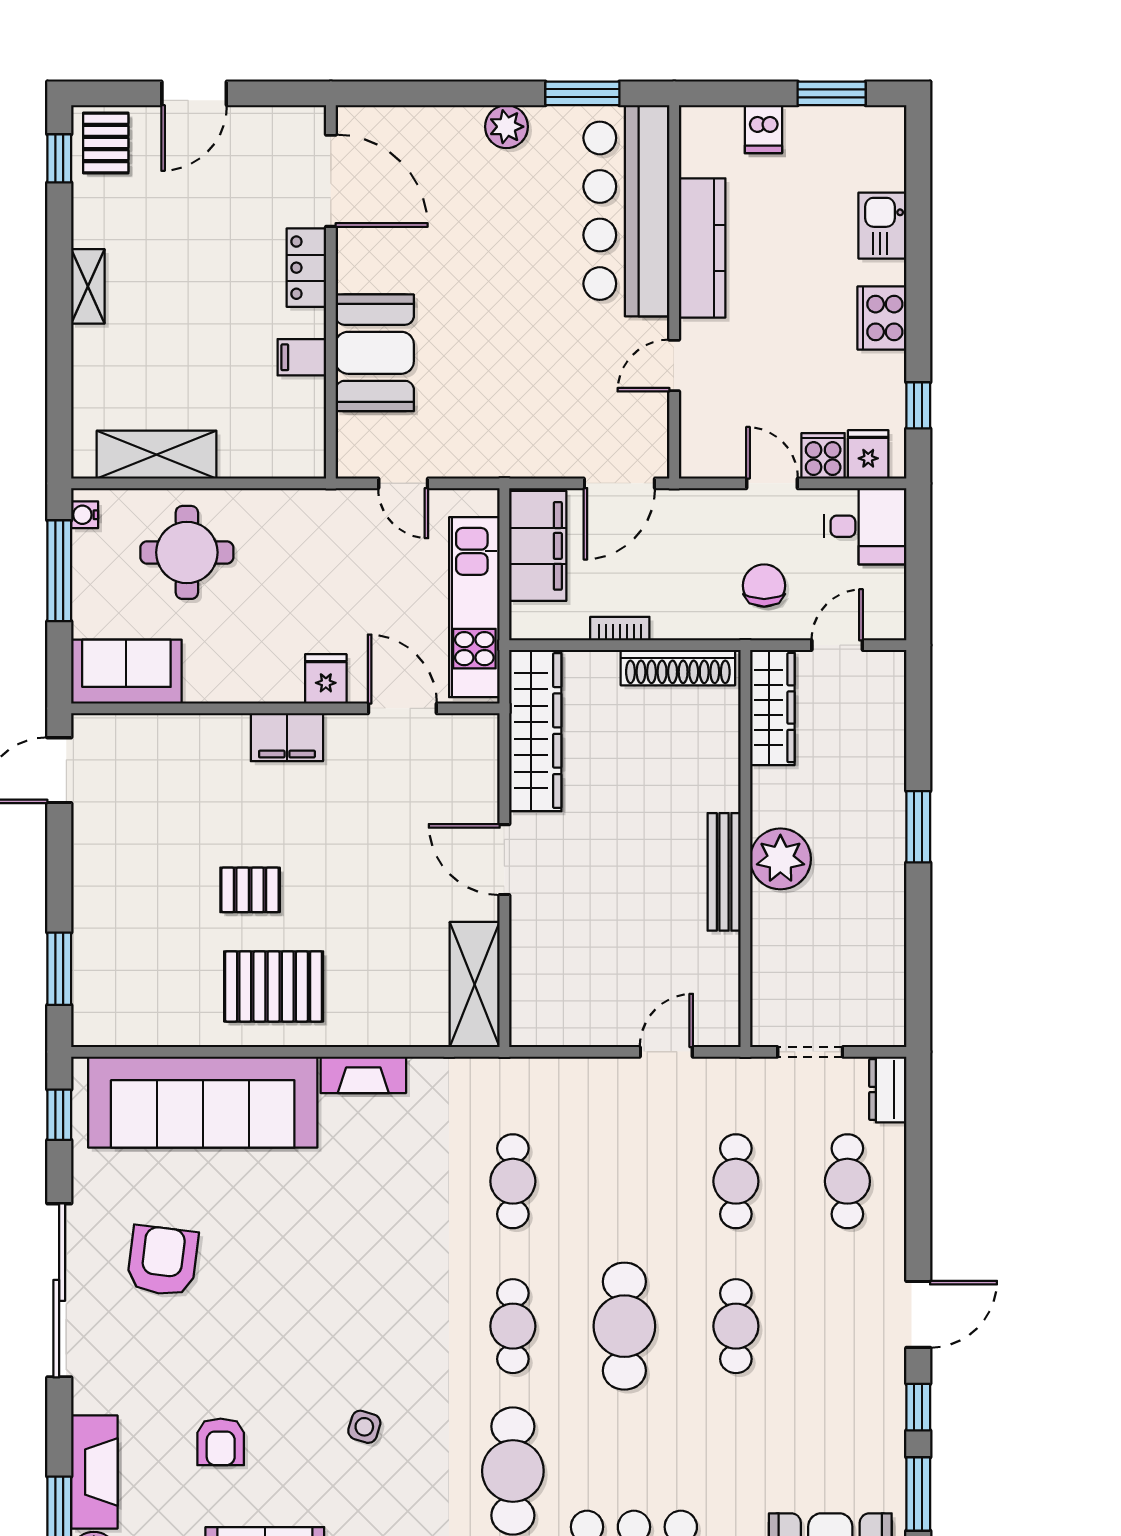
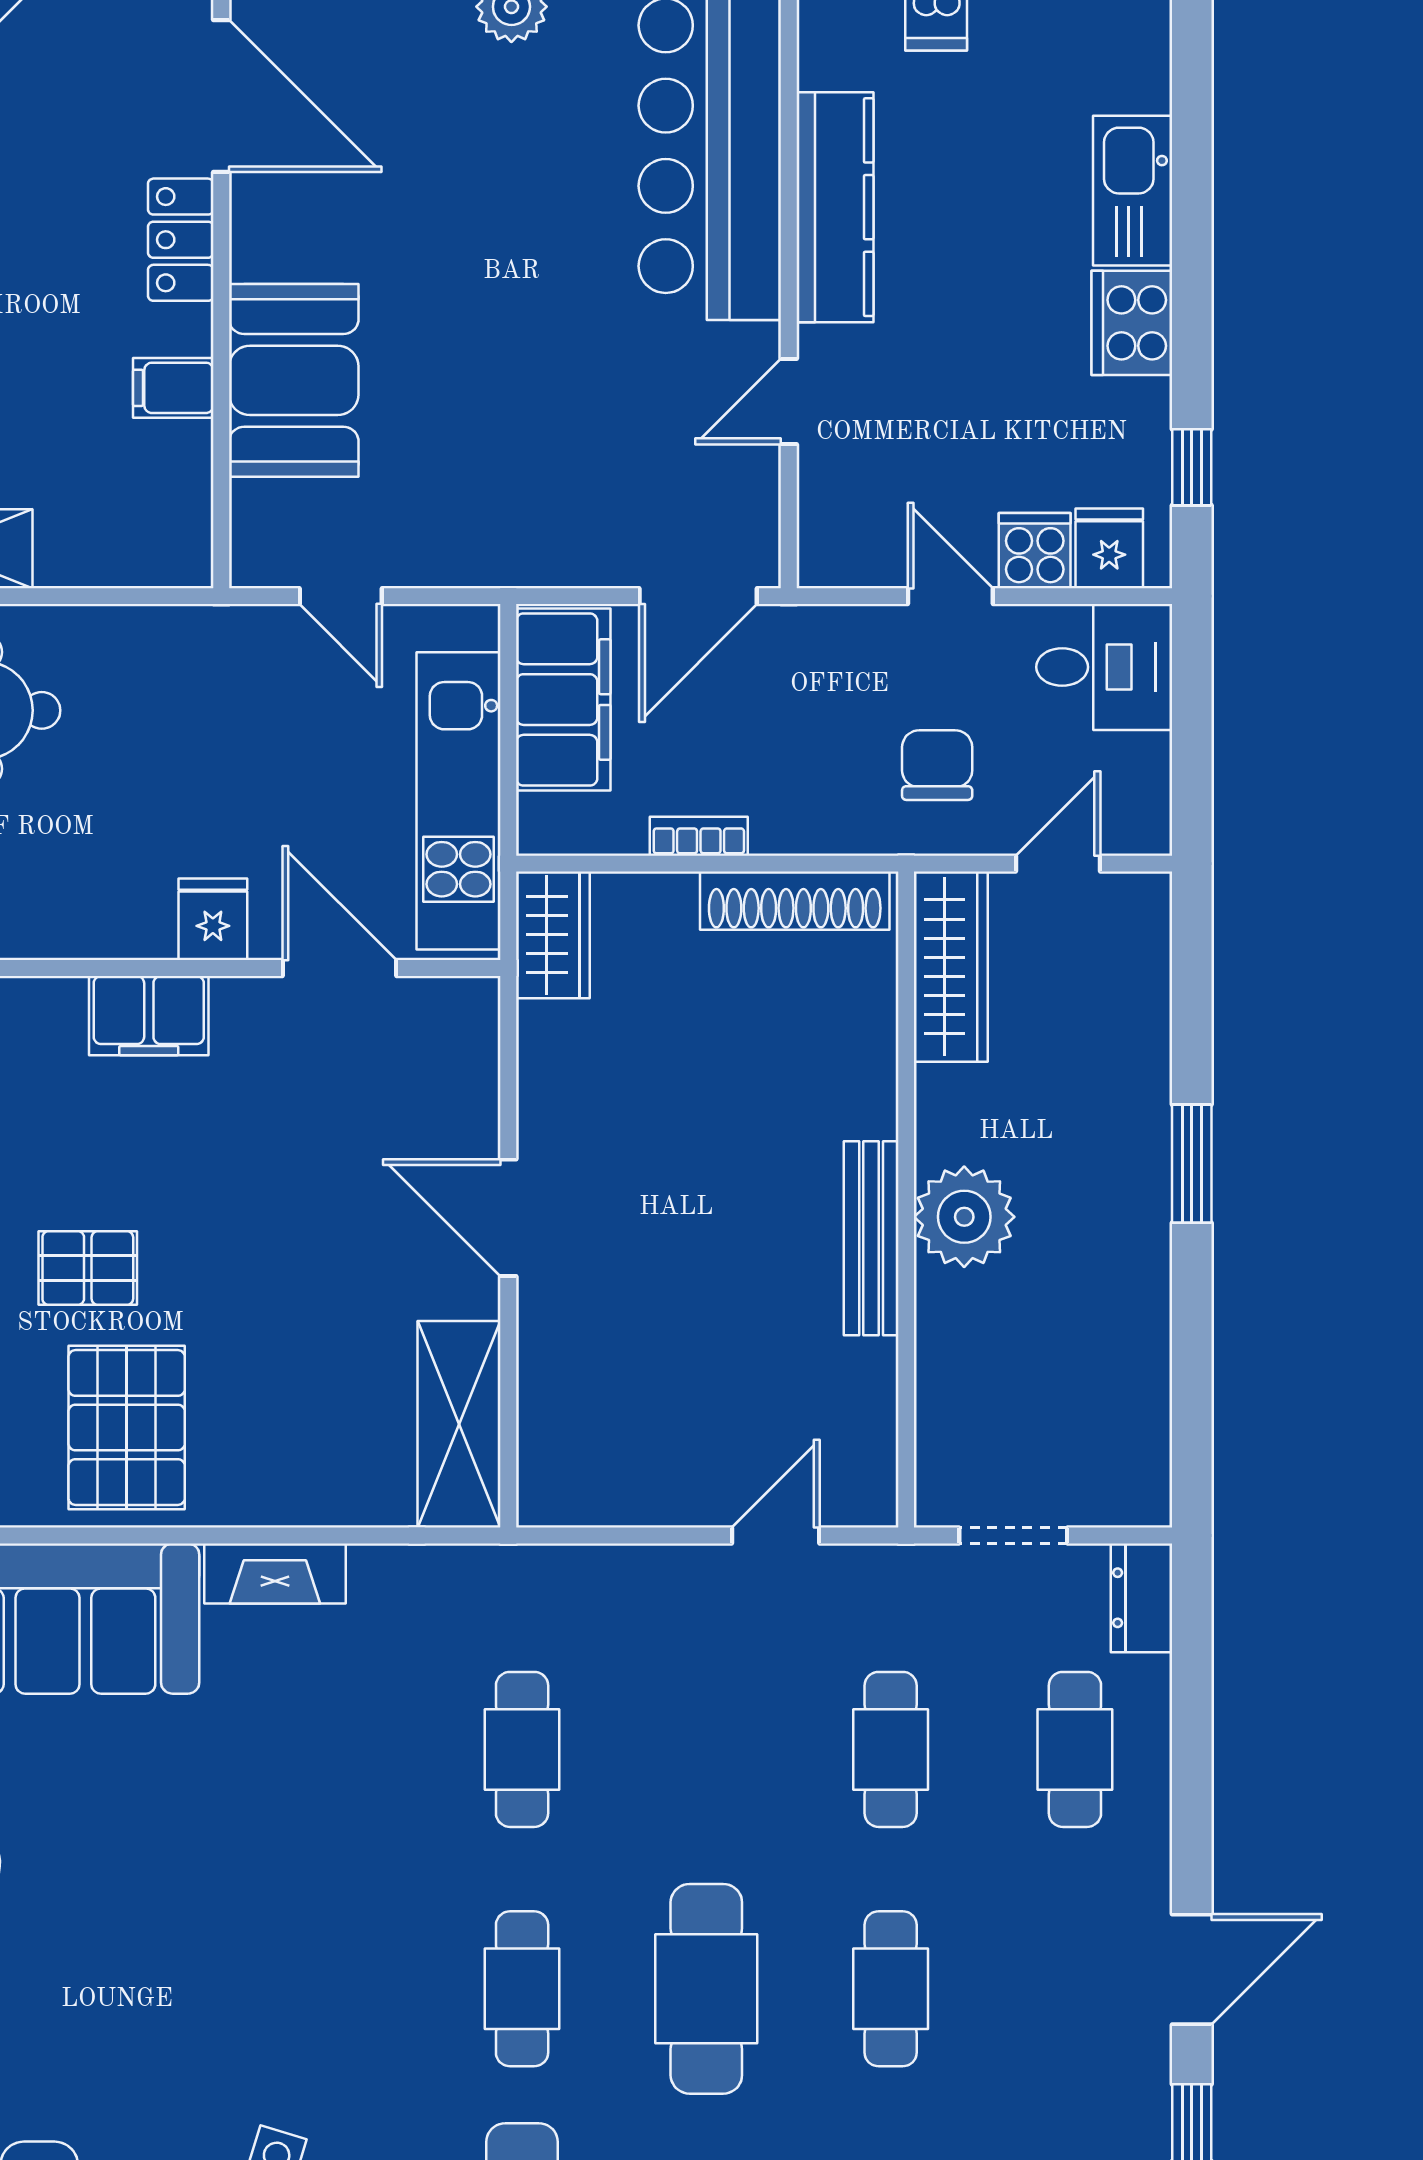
kitchen sink: (882, 226) -> (1133, 191), width x1.38
wardrobe: (535, 731) -> (553, 935), width x0.48, depth x0.85
pallet: (274, 986) -> (127, 1428), turned 90

